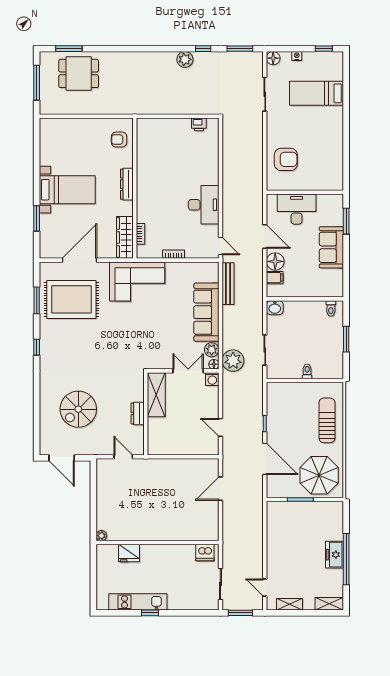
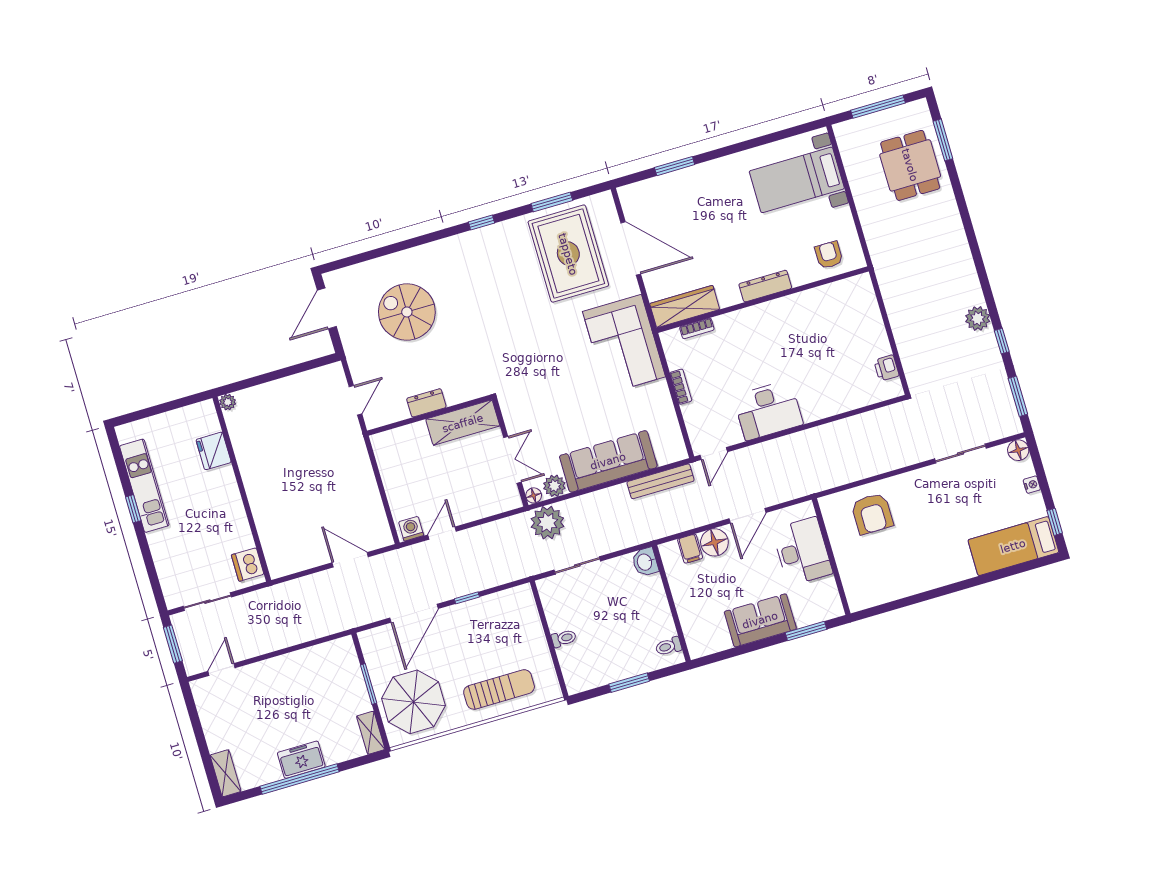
bed: (316, 93) -> (1013, 546), moved, turned -90
bed with nightstands: (67, 190) -> (797, 180), moved, turned 90
washing machine: (212, 379) -> (411, 529), moved, turned 90
shelving: (290, 604) -> (371, 733), moved

